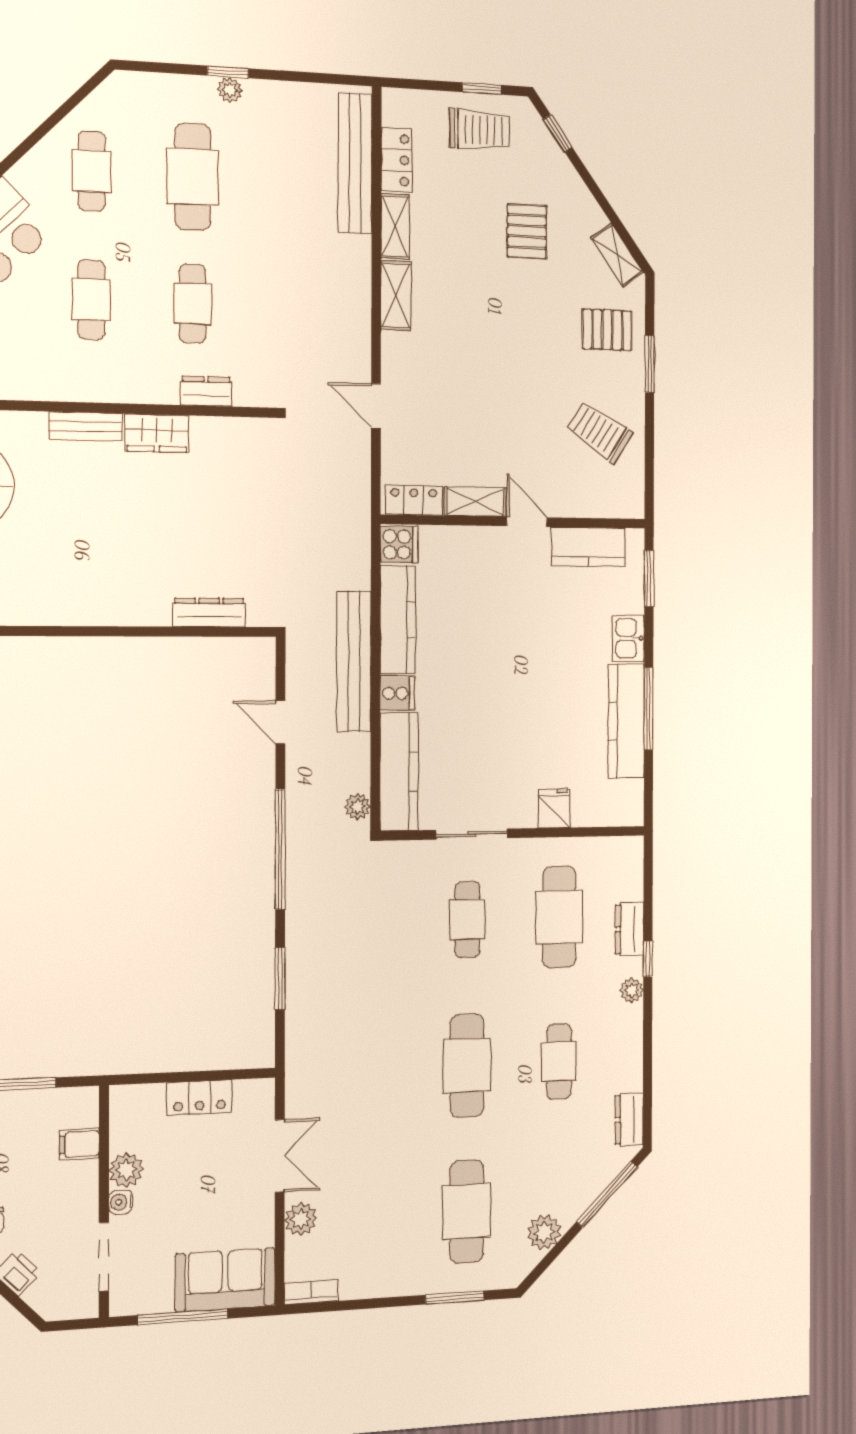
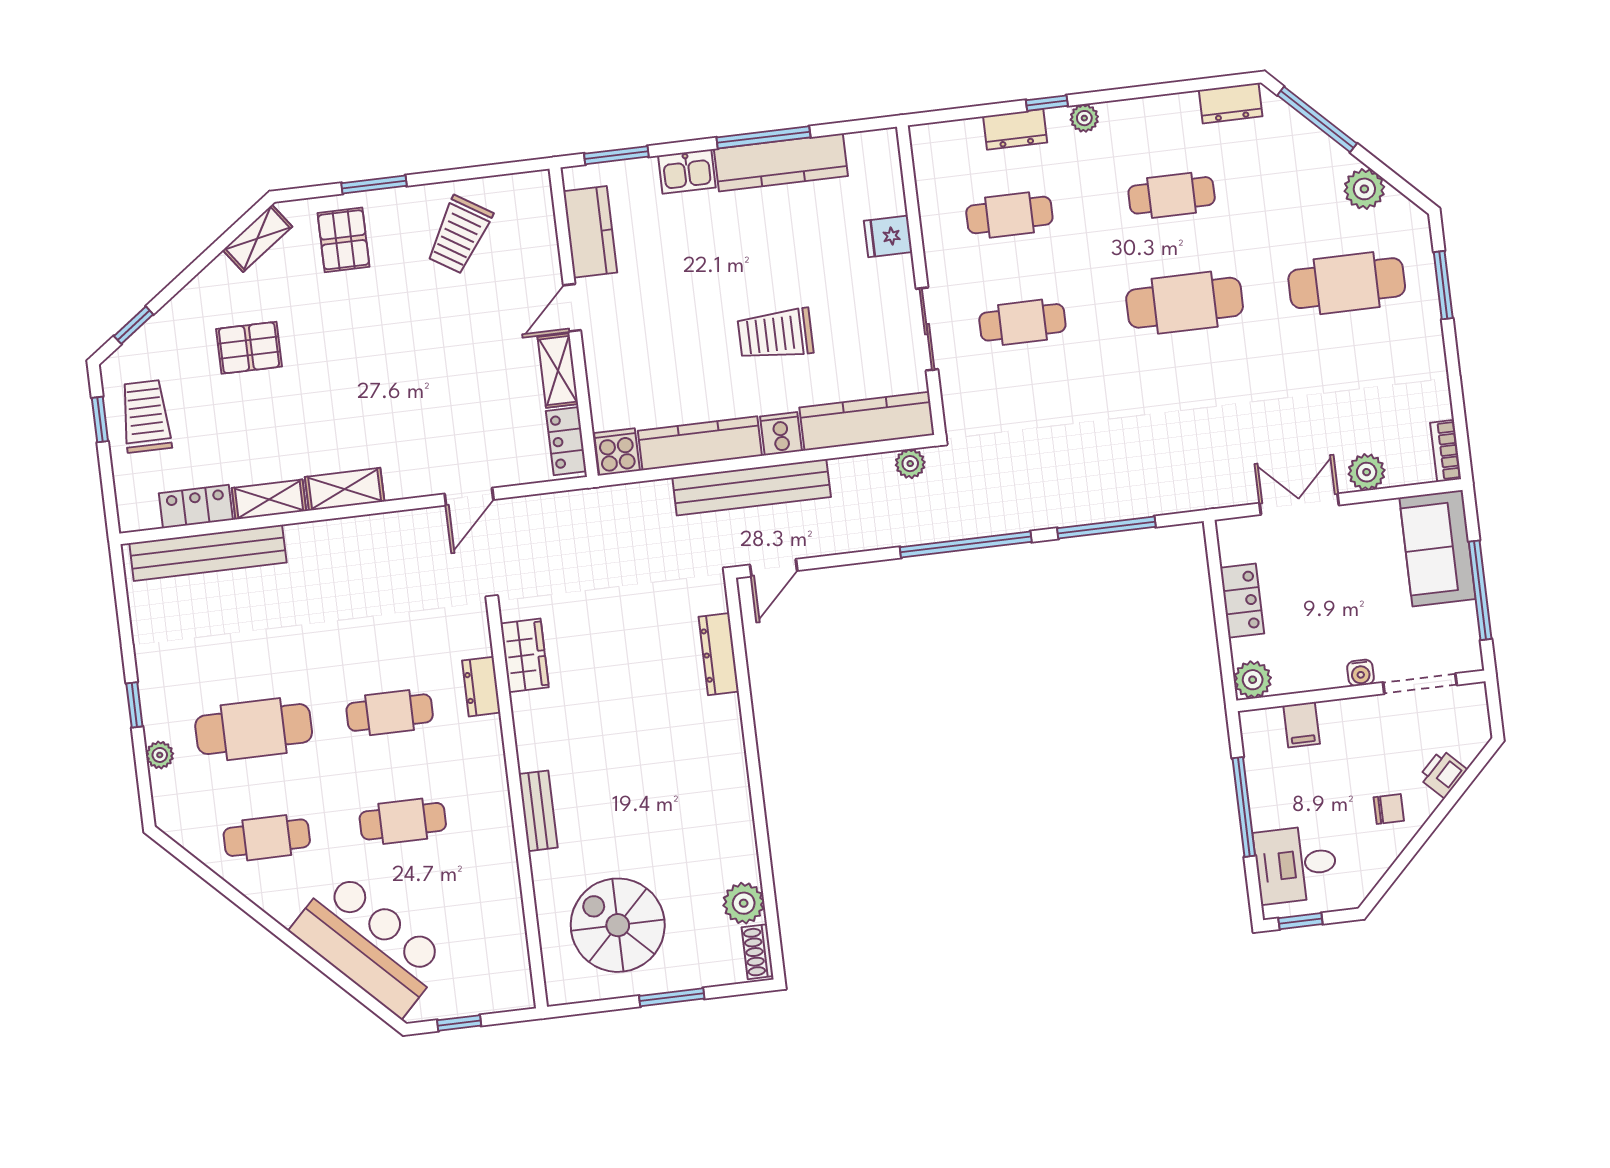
plant: (230, 90) -> (160, 755), moved
wardrobe: (157, 433) -> (525, 655), moved
trolley: (483, 699) -> (775, 334), added
door: (280, 722) -> (774, 568), moved
cafe table: (559, 917) -> (1009, 215), width x0.73, depth x0.74
window: (280, 979) -> (1106, 527), width x1.44
plant: (126, 1170) -> (1253, 680), moved

